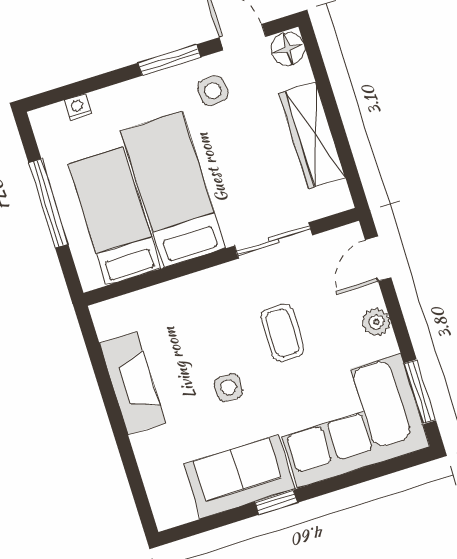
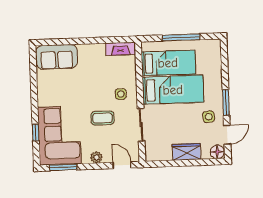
nightstand: (78, 107) -> (217, 60), removed
wardrobe: (312, 135) -> (186, 152), width x0.67
fireplace: (132, 383) -> (121, 49), moved, width x0.73, depth x0.76
side table: (228, 388) -> (121, 94), moved
sofa: (240, 477) -> (57, 57), moved, turned 90
window: (276, 502) -> (36, 132), moved

